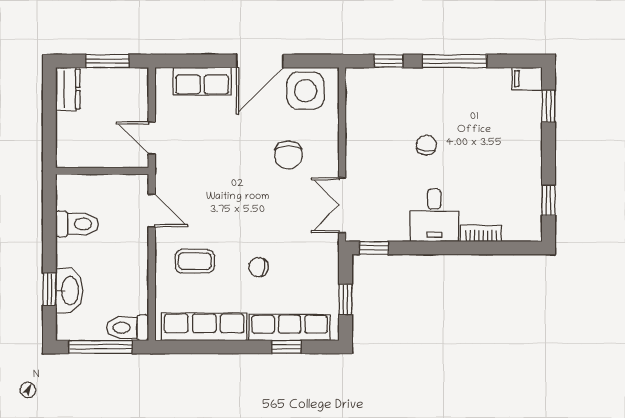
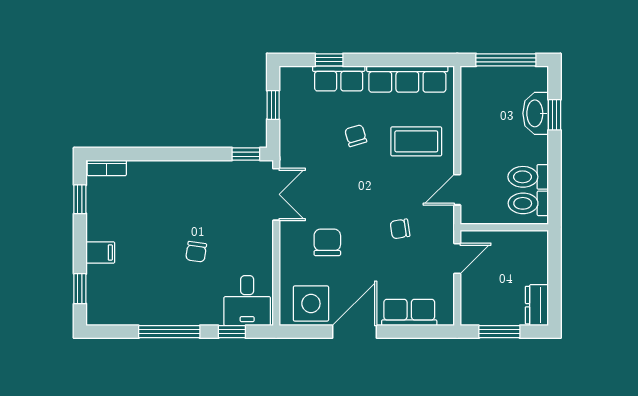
filing cabinet: (527, 79) -> (100, 253), moved
door: (152, 138) -> (457, 258), hinge flipped
chair: (212, 169) -> (400, 229), added
door: (152, 210) -> (457, 190), hinge flipped
desk: (434, 215) -> (247, 301), moved, turned 180
bookcase: (481, 233) -> (107, 168), moved
coffee table: (195, 261) -> (416, 141), width x1.36, depth x1.30
chair: (258, 267) -> (356, 136), turned -116
row of seats: (290, 327) -> (339, 78), width x0.68
toilet: (127, 328) -> (528, 203), moved, turned 180

